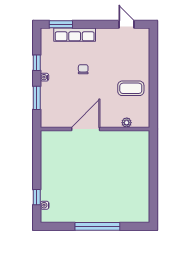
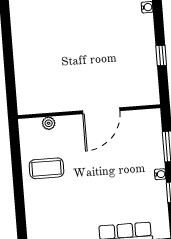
chair: (83, 69) -> (110, 188), removed
window: (37, 197) -> (161, 55), moved

